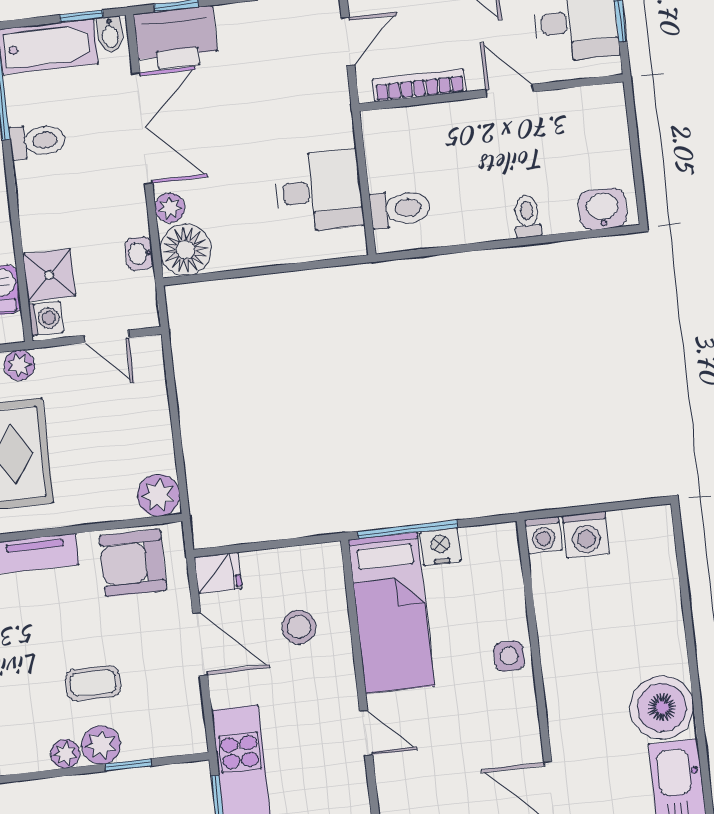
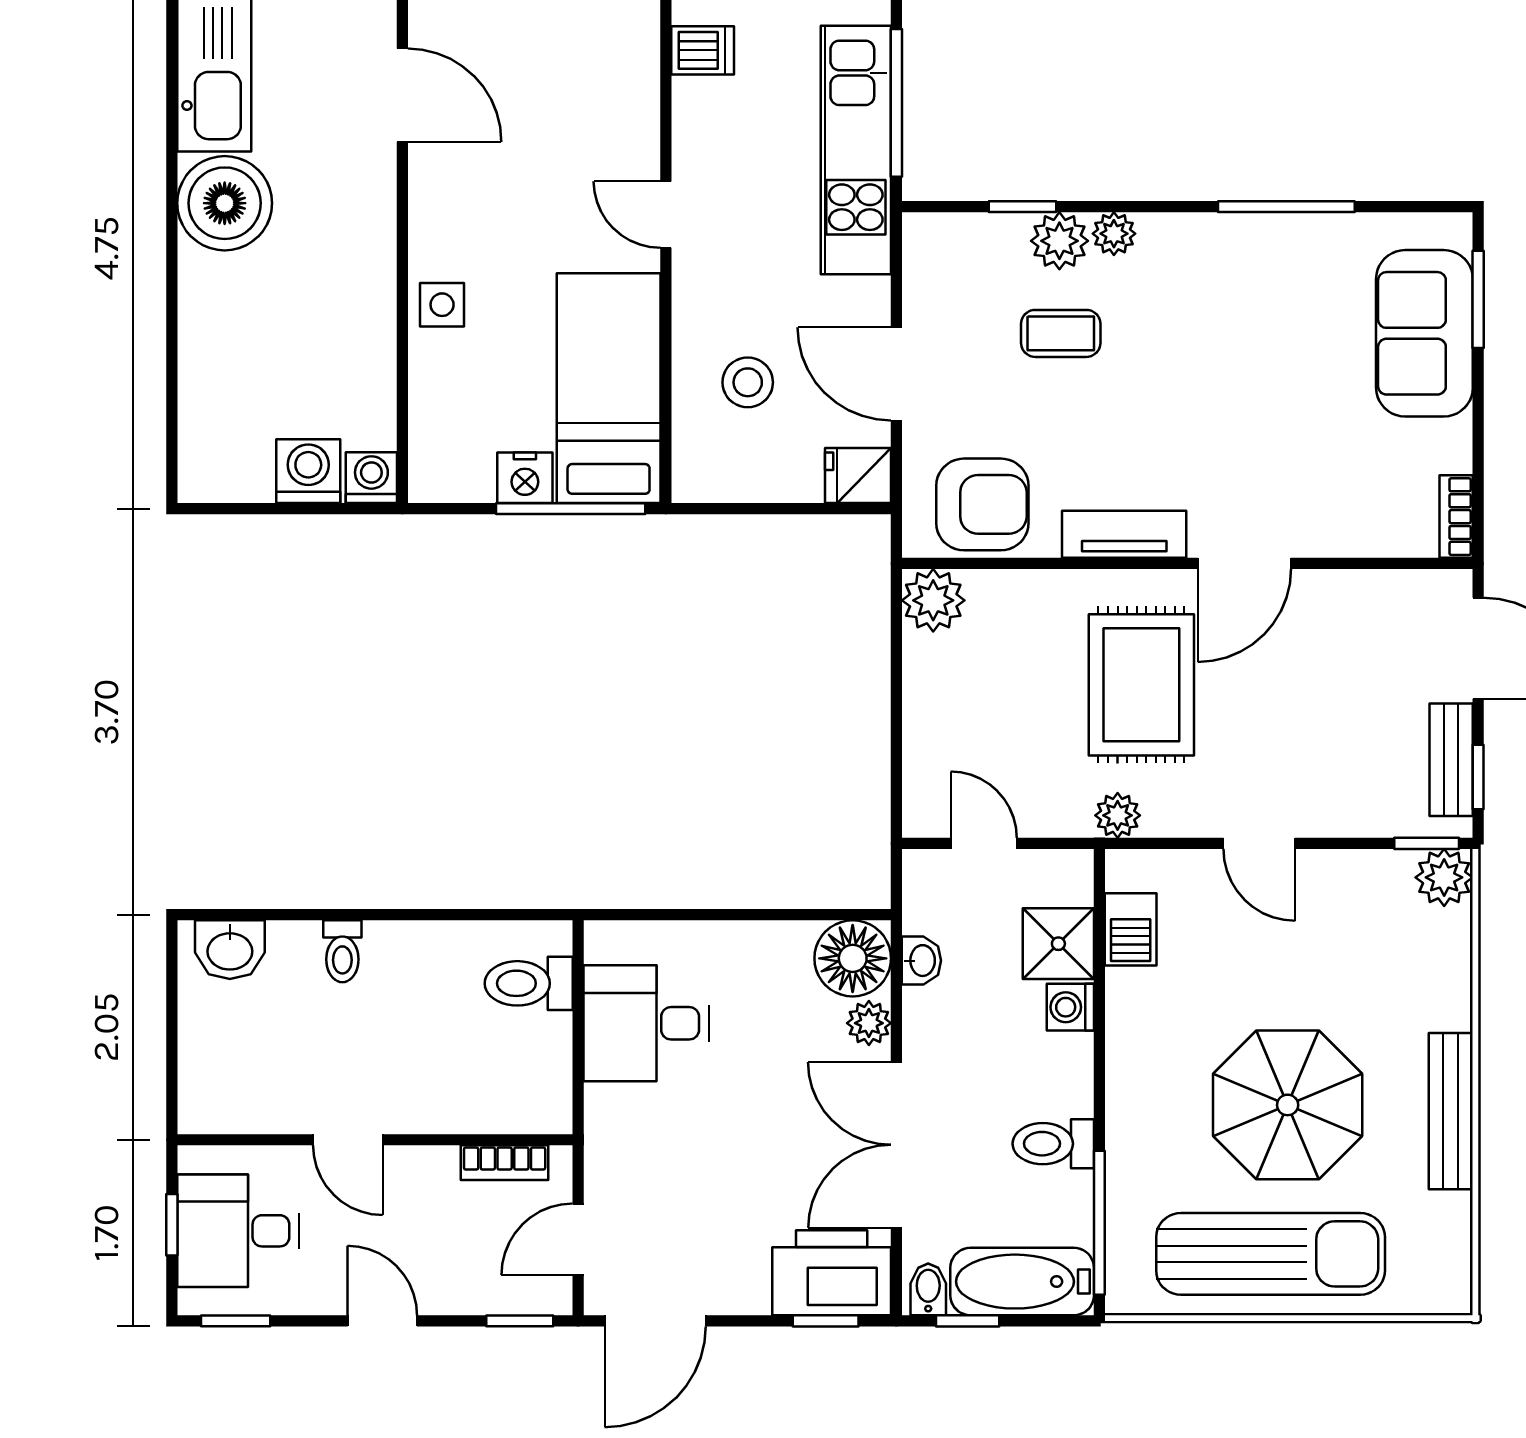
bookcase: (419, 85) -> (505, 1163), width x0.64
washing machine: (46, 318) -> (1070, 1007), moved

